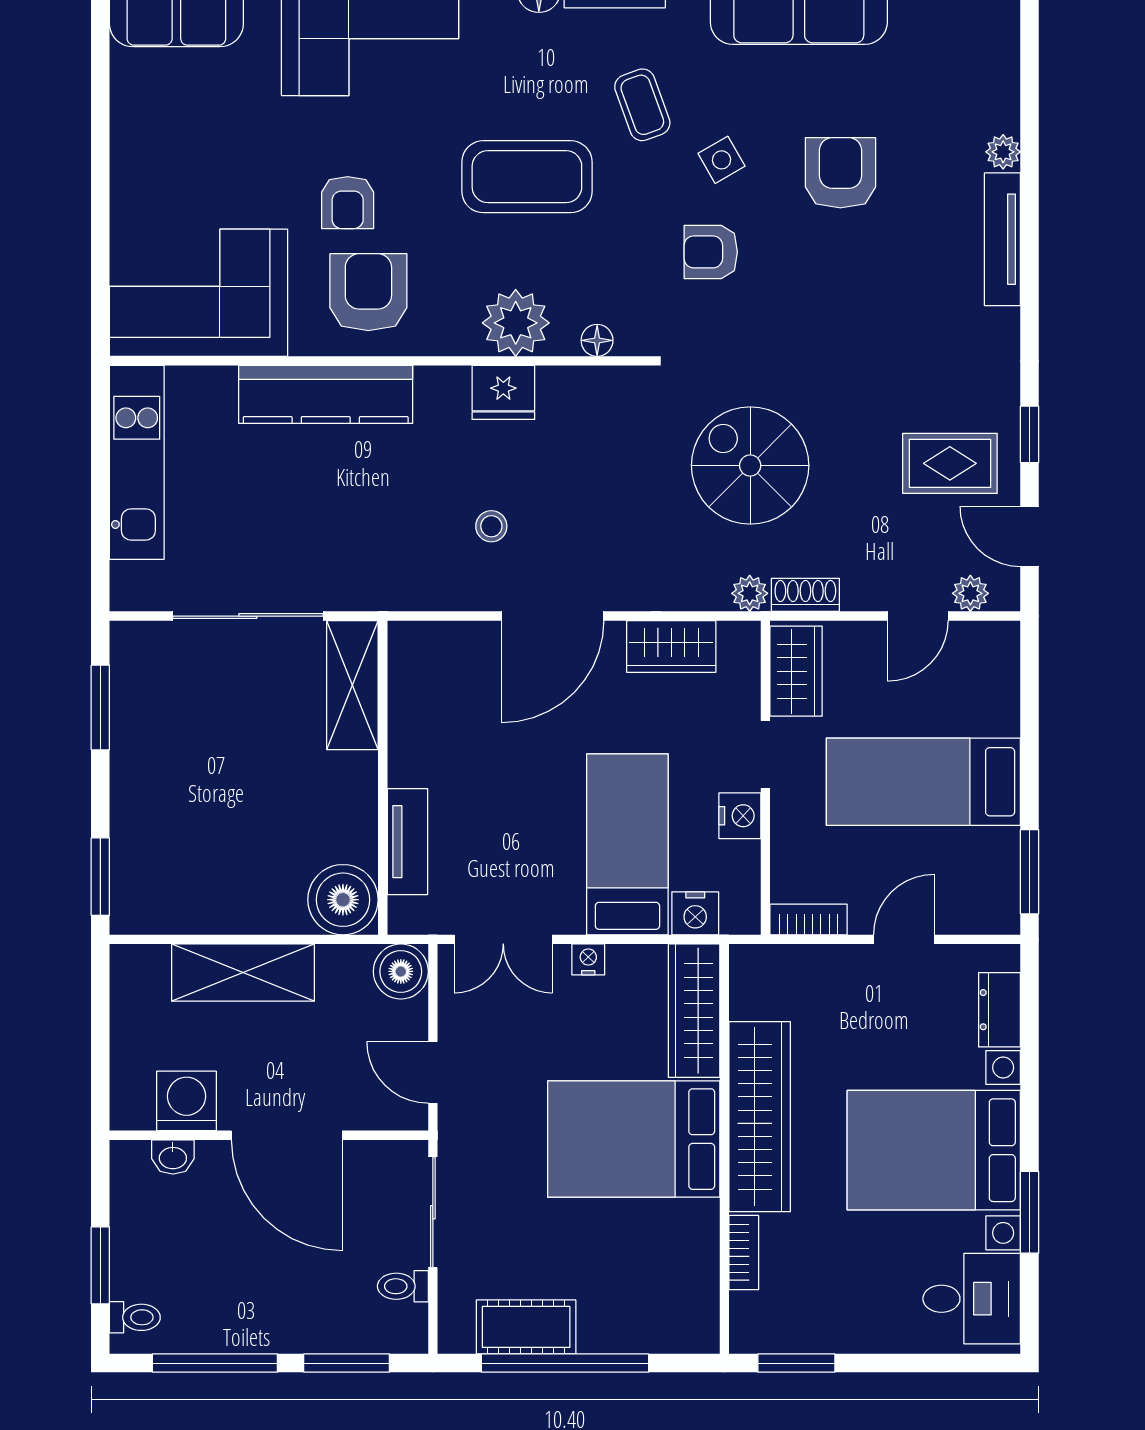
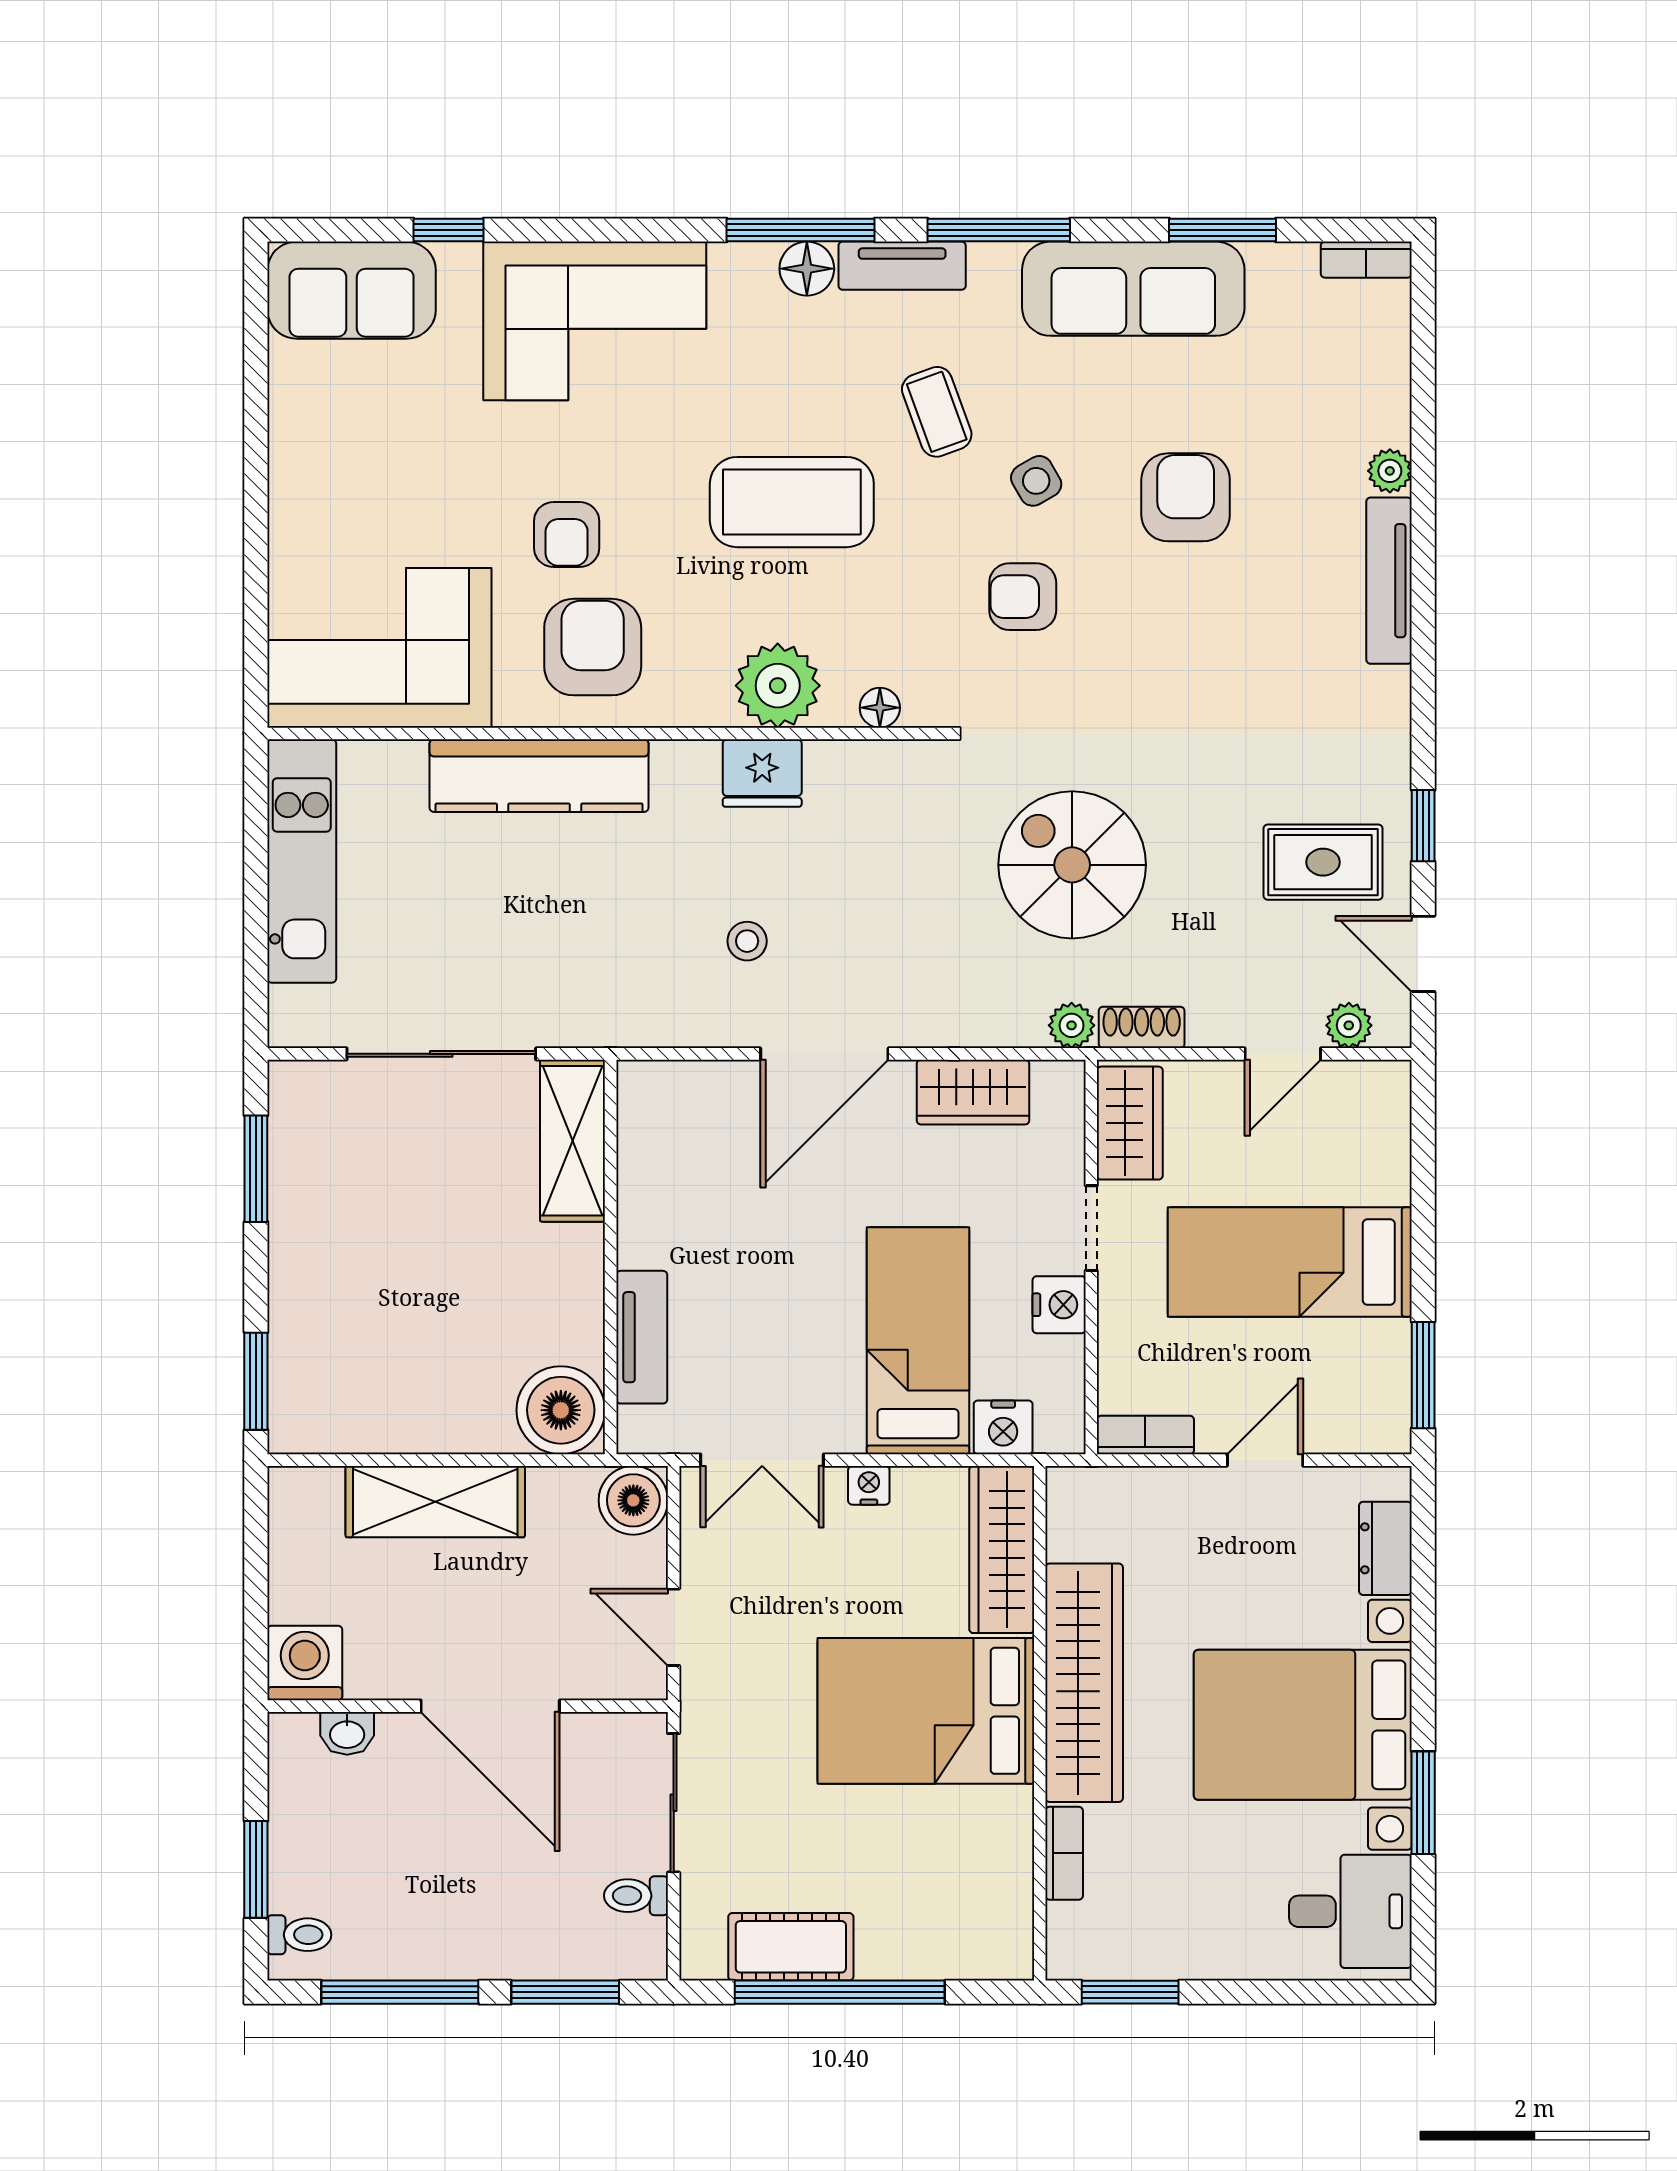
washing machine: (187, 1101) -> (305, 1663), moved

